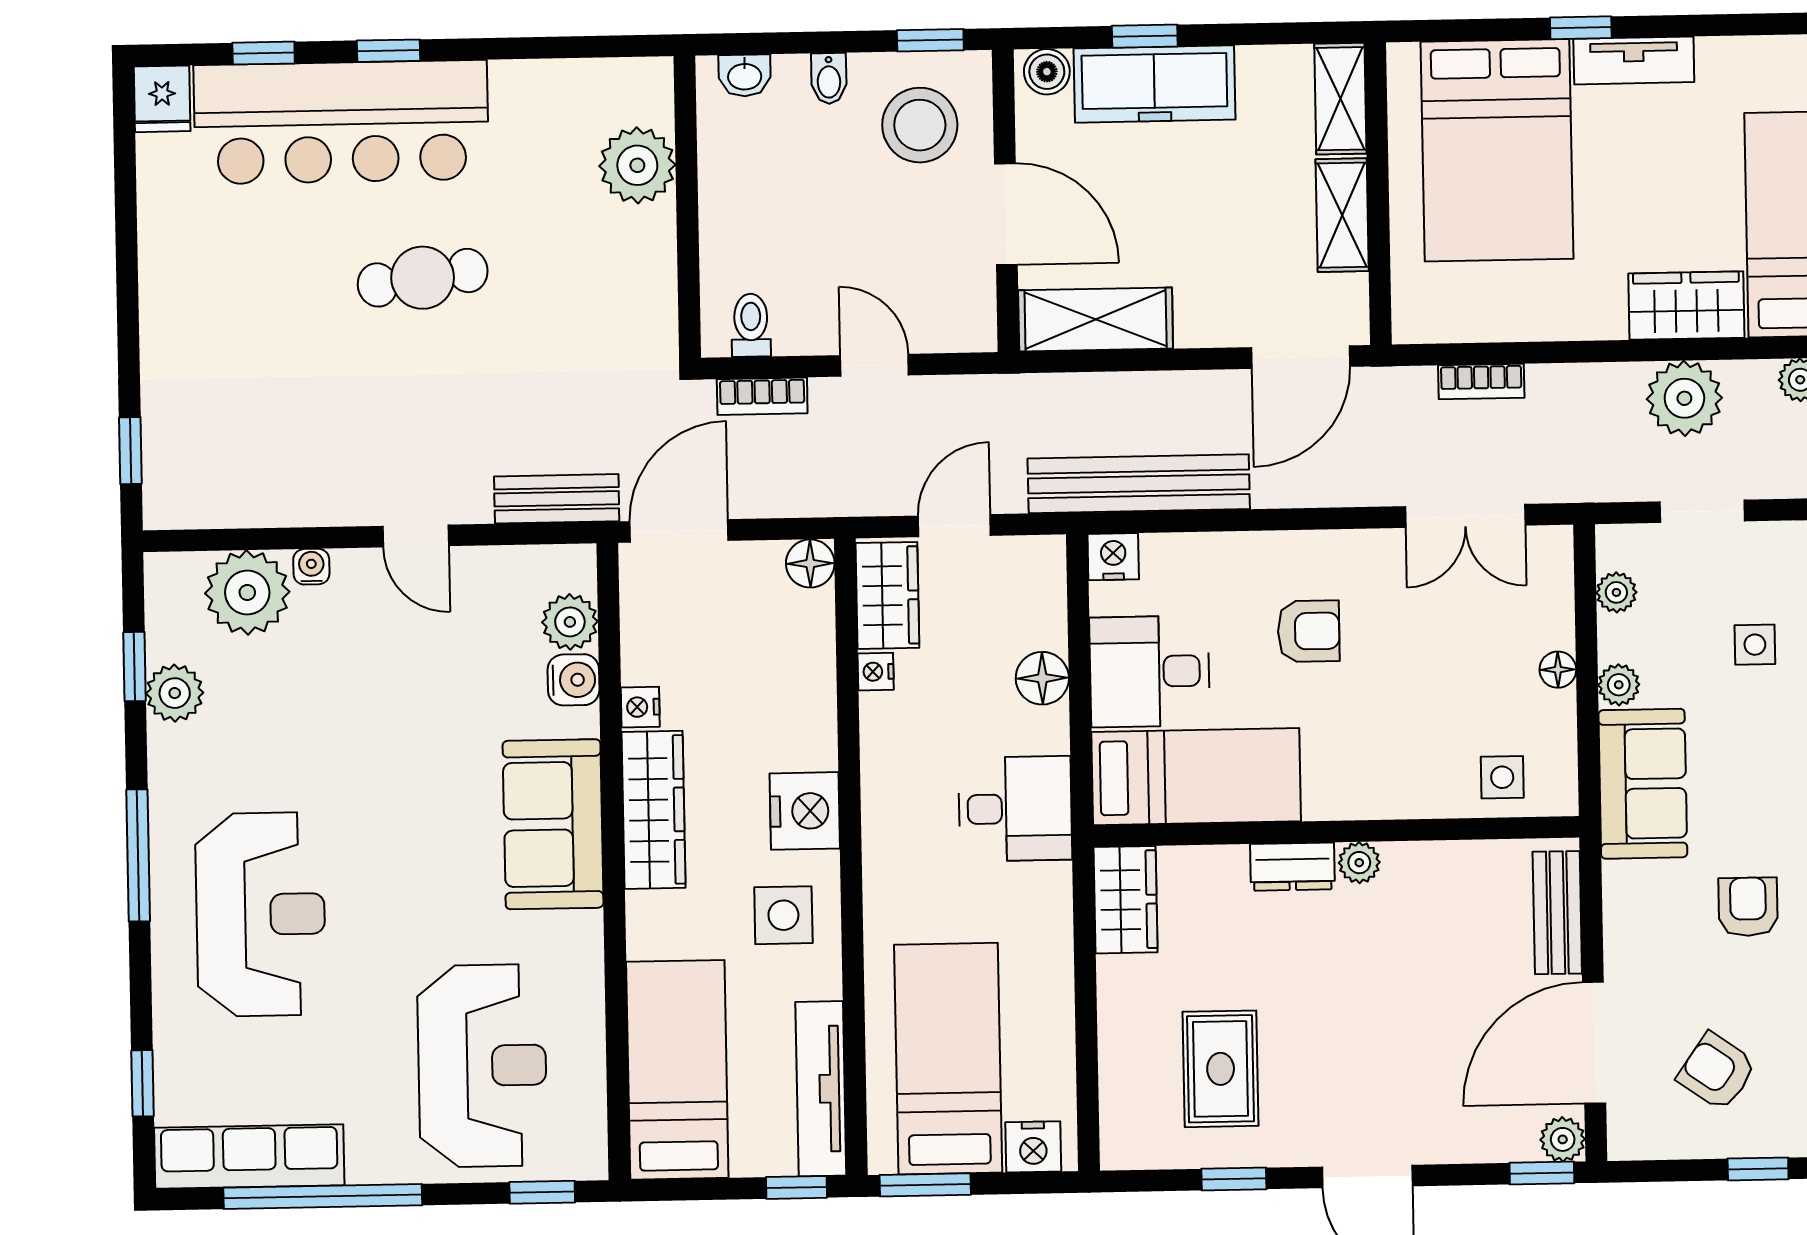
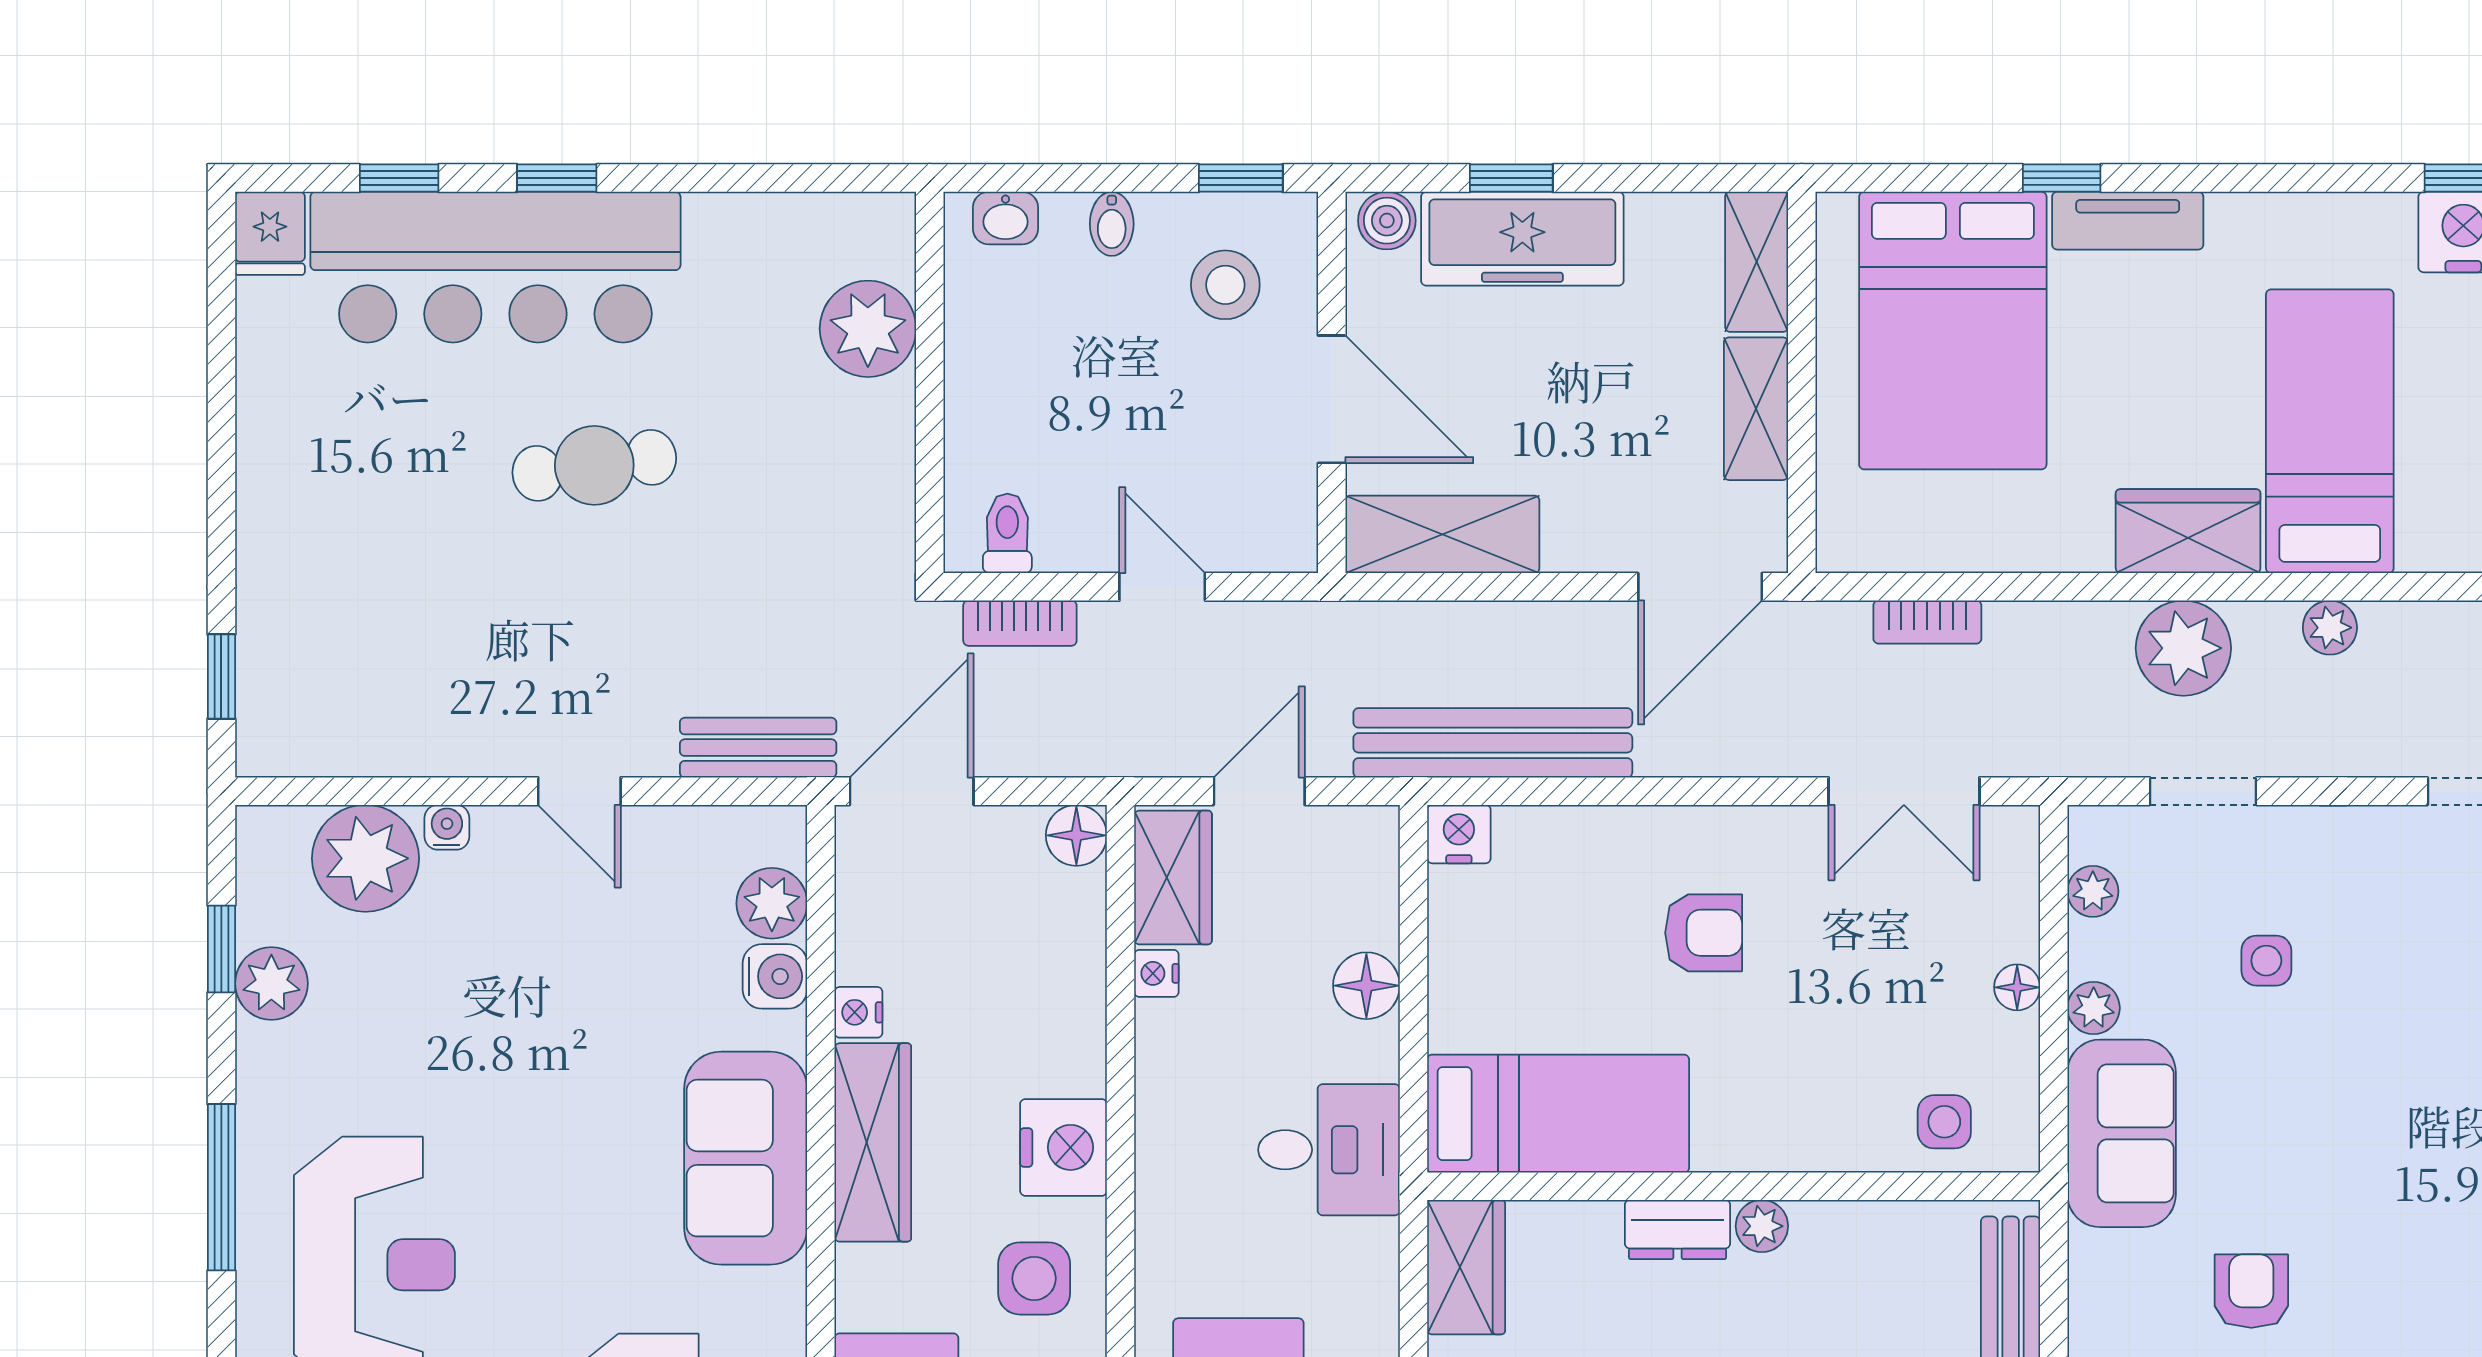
stool: (920, 125) -> (1225, 285), width x0.73, depth x0.73
desk: (1150, 671) -> (1502, 980), removed

